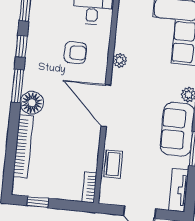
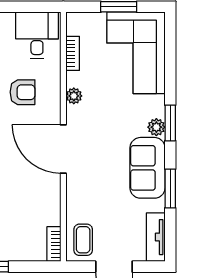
bookcase: (122, 23) -> (73, 53), added
coffee table: (113, 164) -> (83, 240), moved

